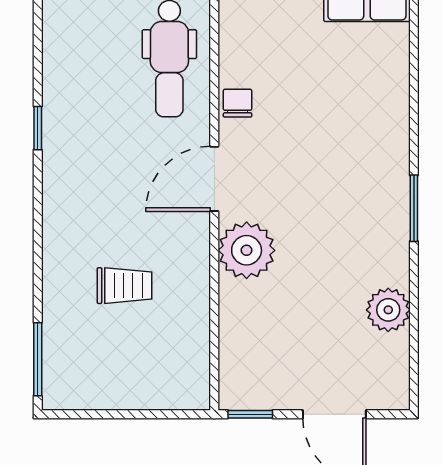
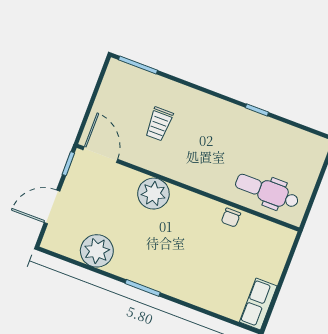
chair: (238, 103) -> (231, 218), turned 90
door: (214, 179) -> (100, 155), moved
plant: (388, 310) -> (97, 251), width x1.36, depth x1.36

